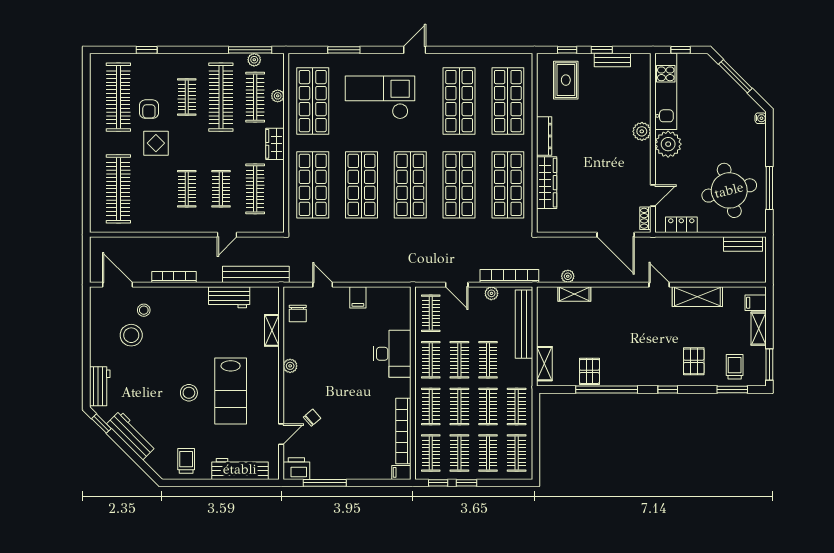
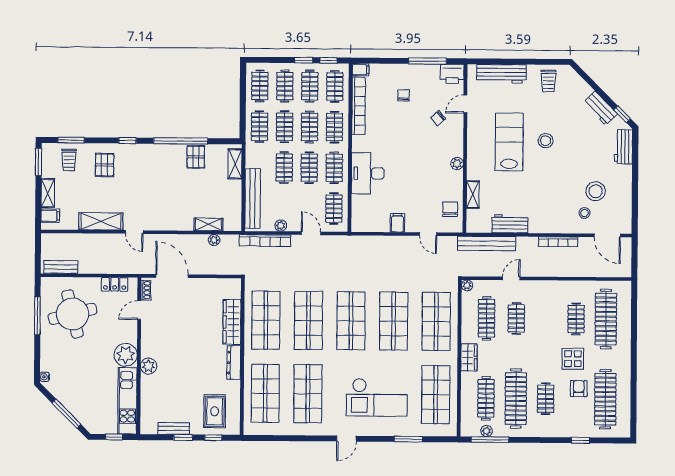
plant: (278, 96) -> (467, 285), moved
clothes rail: (187, 189) -> (576, 319), moved
workbench: (131, 435) -> (600, 108), width x0.73
chair: (352, 443) -> (403, 95), added

